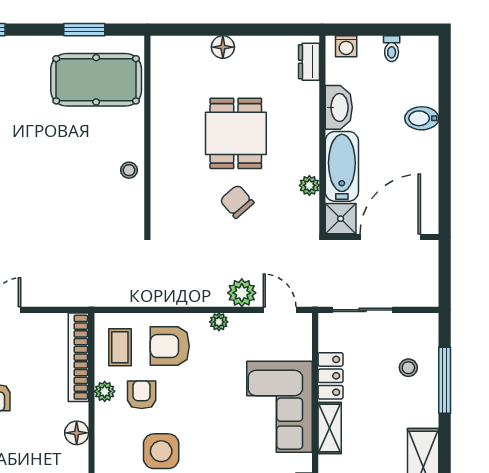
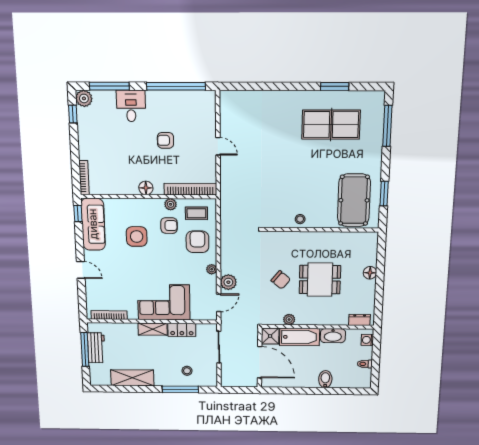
chair: (237, 201) -> (281, 280), turned 81

